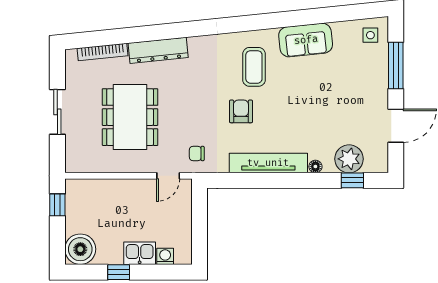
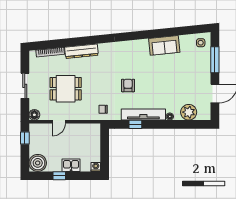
coffee table: (254, 67) -> (135, 61), removed
dining table: (130, 117) -> (66, 89), width x0.73
floor lamp: (74, 164) -> (34, 115), added
door: (168, 176) -> (59, 122), moved
window: (352, 180) -> (135, 124), moved
washing machine: (165, 256) -> (96, 167), moved

